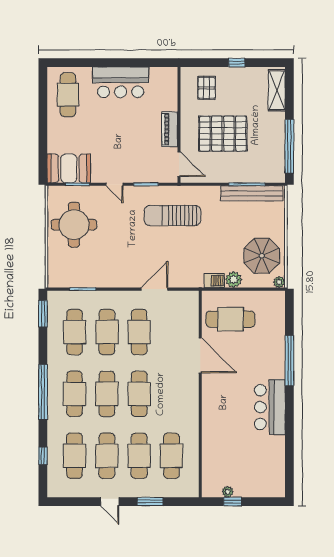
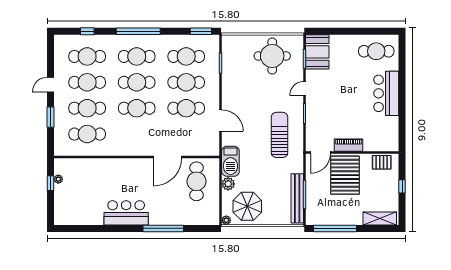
wall: (179, 125) -> (352, 153), moved
piano: (170, 129) -> (349, 145), moved
door: (179, 164) -> (321, 153), moved
barbecue: (214, 281) -> (230, 161), width x1.88, depth x1.53

